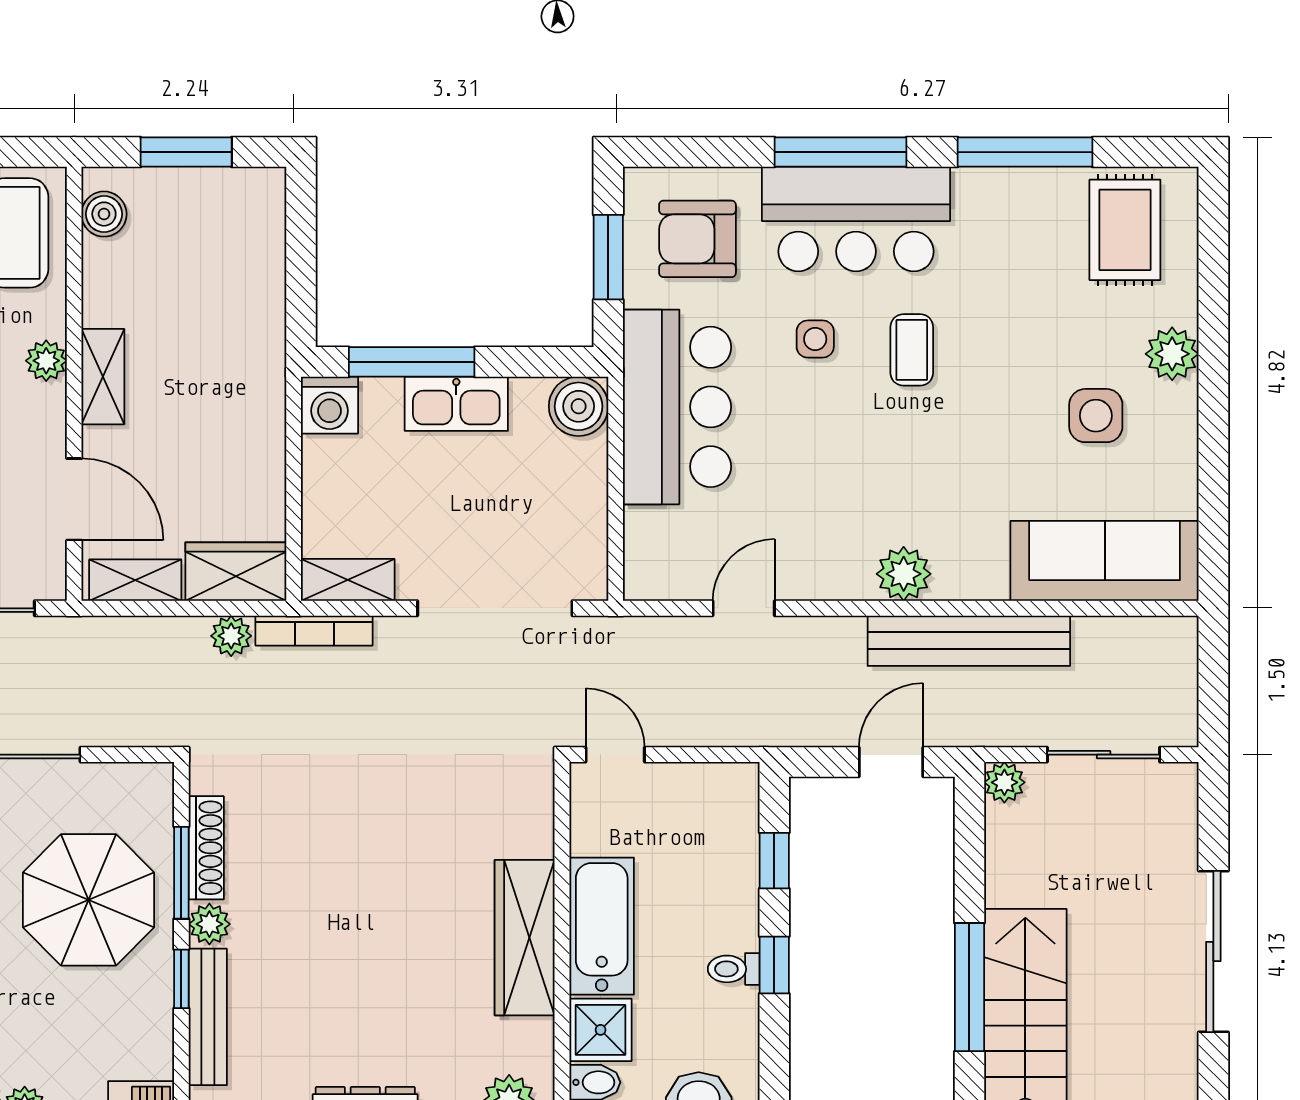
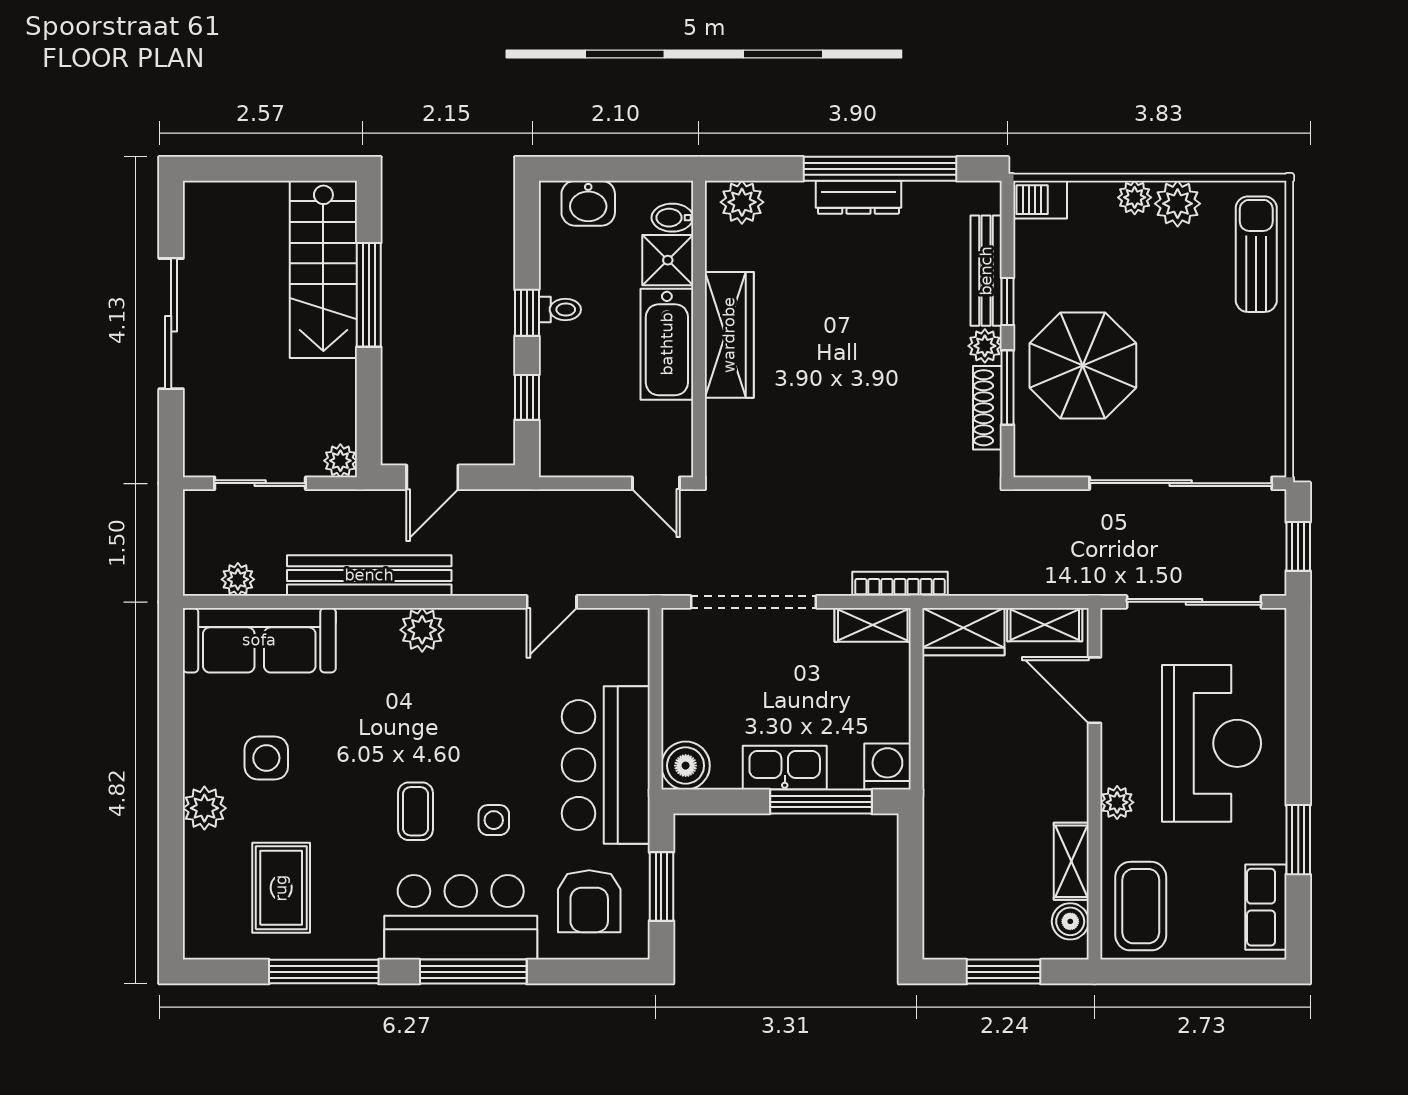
rug: (1125, 230) -> (281, 888), moved
armchair: (697, 239) -> (589, 901), turned 90
shelving: (103, 377) -> (1071, 861), moved
plant: (231, 636) -> (238, 579), moved

